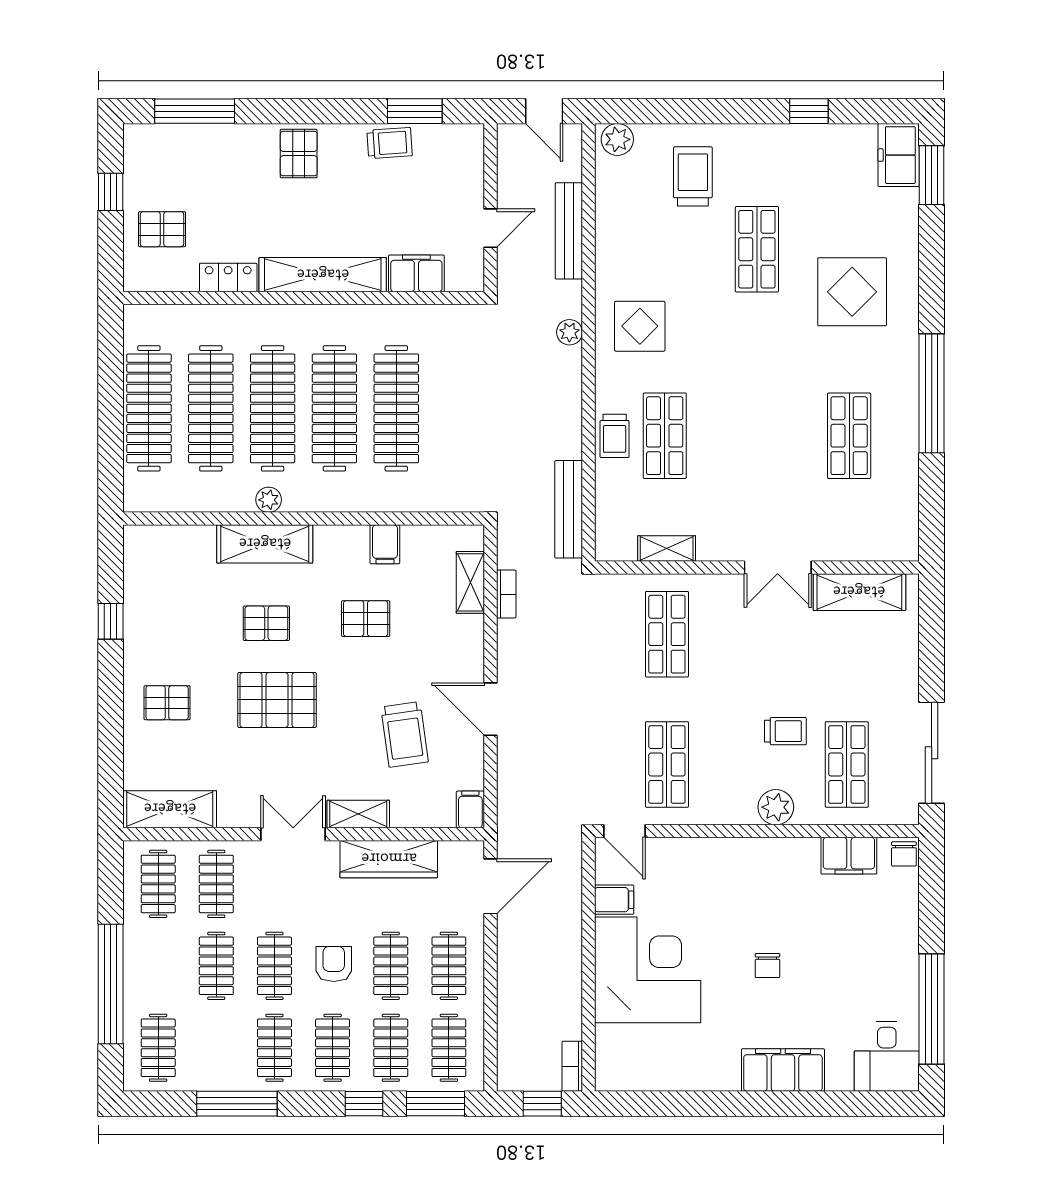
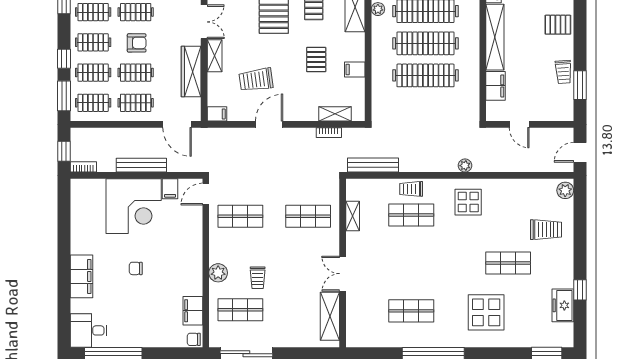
freezer: (899, 155) -> (563, 305), moved, turned -90
bench: (569, 231) -> (141, 165), moved

